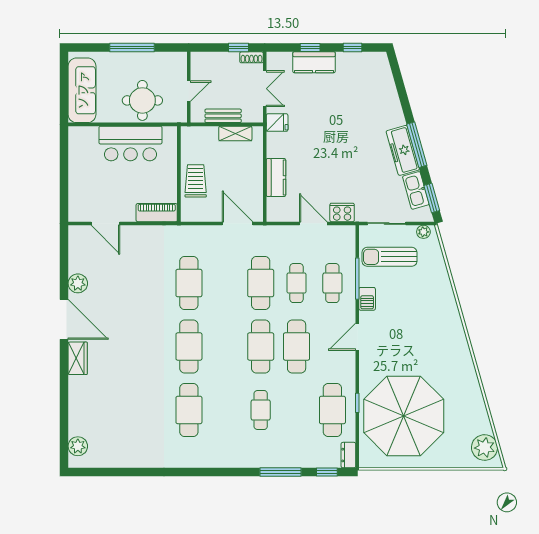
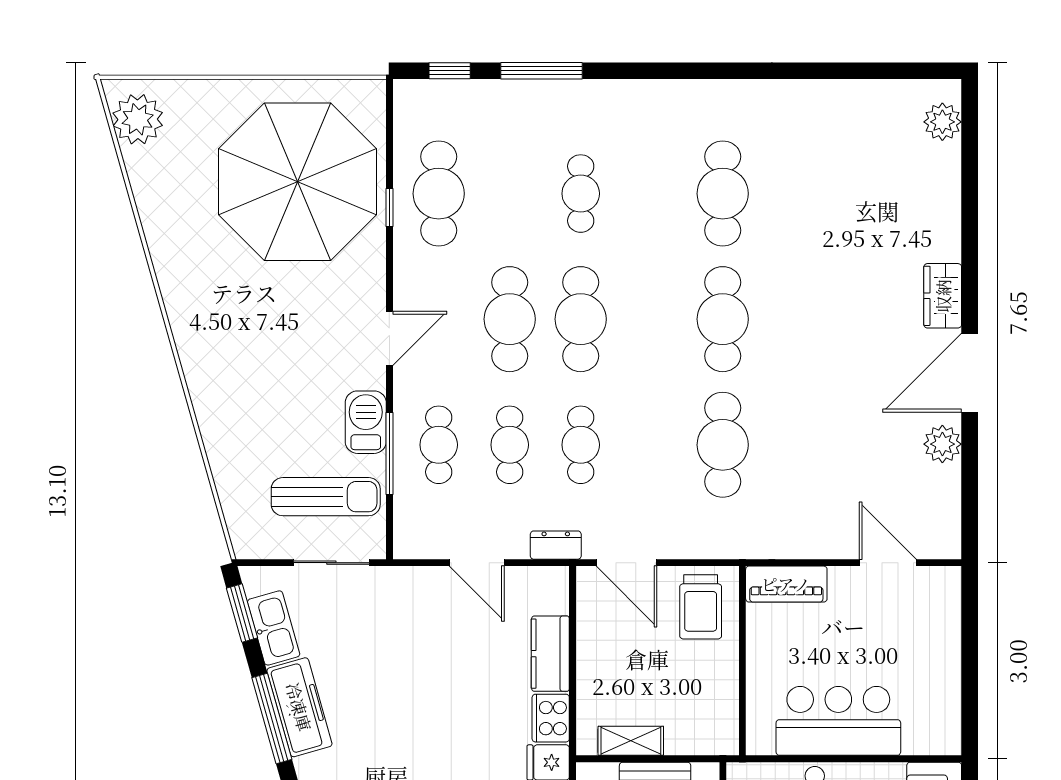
trolley: (196, 181) -> (701, 607), moved
cooker: (342, 212) -> (551, 718), moved, turned 90
plant: (423, 232) -> (259, 546), removed
cafe table: (261, 283) -> (581, 445), width x0.73, depth x0.74
barbecue: (367, 299) -> (366, 422), width x1.38, depth x1.27
door: (64, 319) -> (970, 373), hinge flipped
dresser: (348, 455) -> (556, 545), moved, turned -90

